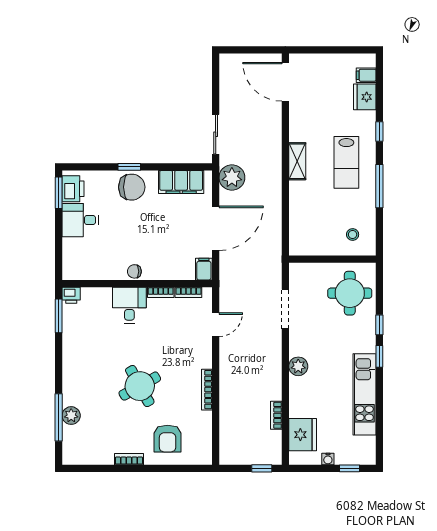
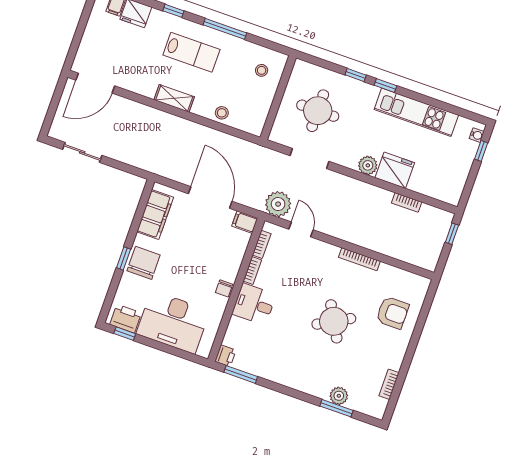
sliding door: (216, 134) -> (82, 152), moved
plant: (232, 178) -> (278, 204), moved
window: (59, 193) -> (125, 334), width x0.67
stool: (299, 211) -> (222, 113), added
desk: (80, 220) -> (173, 322), width x1.87, depth x1.30
round table: (350, 293) -> (318, 111), moved
window: (59, 417) -> (336, 408), width x0.69
fridge: (303, 435) -> (395, 170), moved
bookcase: (129, 459) -> (389, 384), moved
water cooler: (328, 459) -> (477, 135), moved

